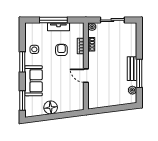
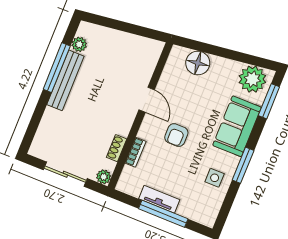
armchair: (61, 50) -> (176, 135), moved
bench: (132, 69) -> (65, 80), width x1.36
floor lamp: (51, 107) -> (198, 63), moved
plant: (35, 108) -> (252, 79), added

